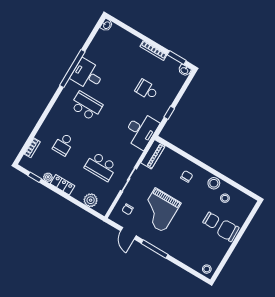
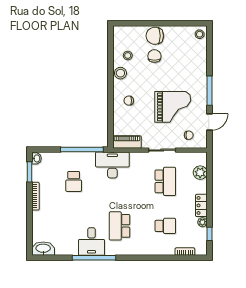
washbasin: (107, 25) -> (43, 249), width x1.91, depth x1.45
window: (169, 113) -> (82, 149), width x3.17
chair: (228, 231) -> (155, 36), turned 92

